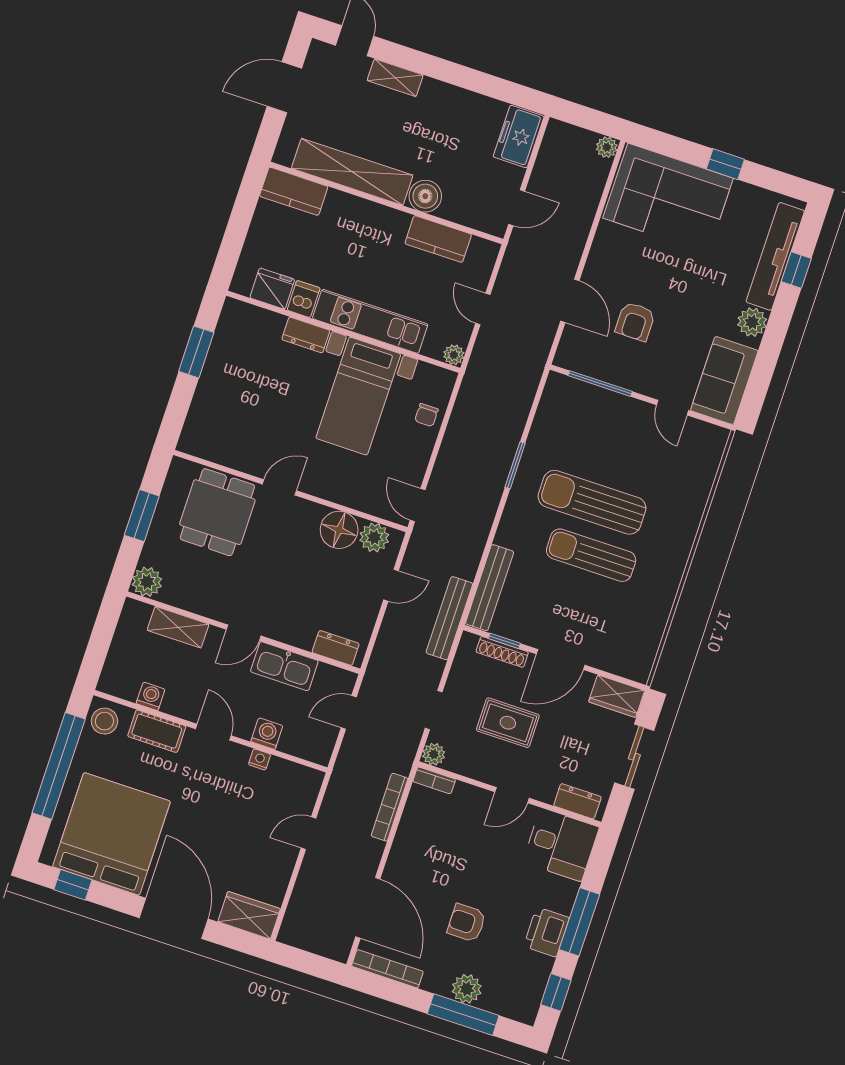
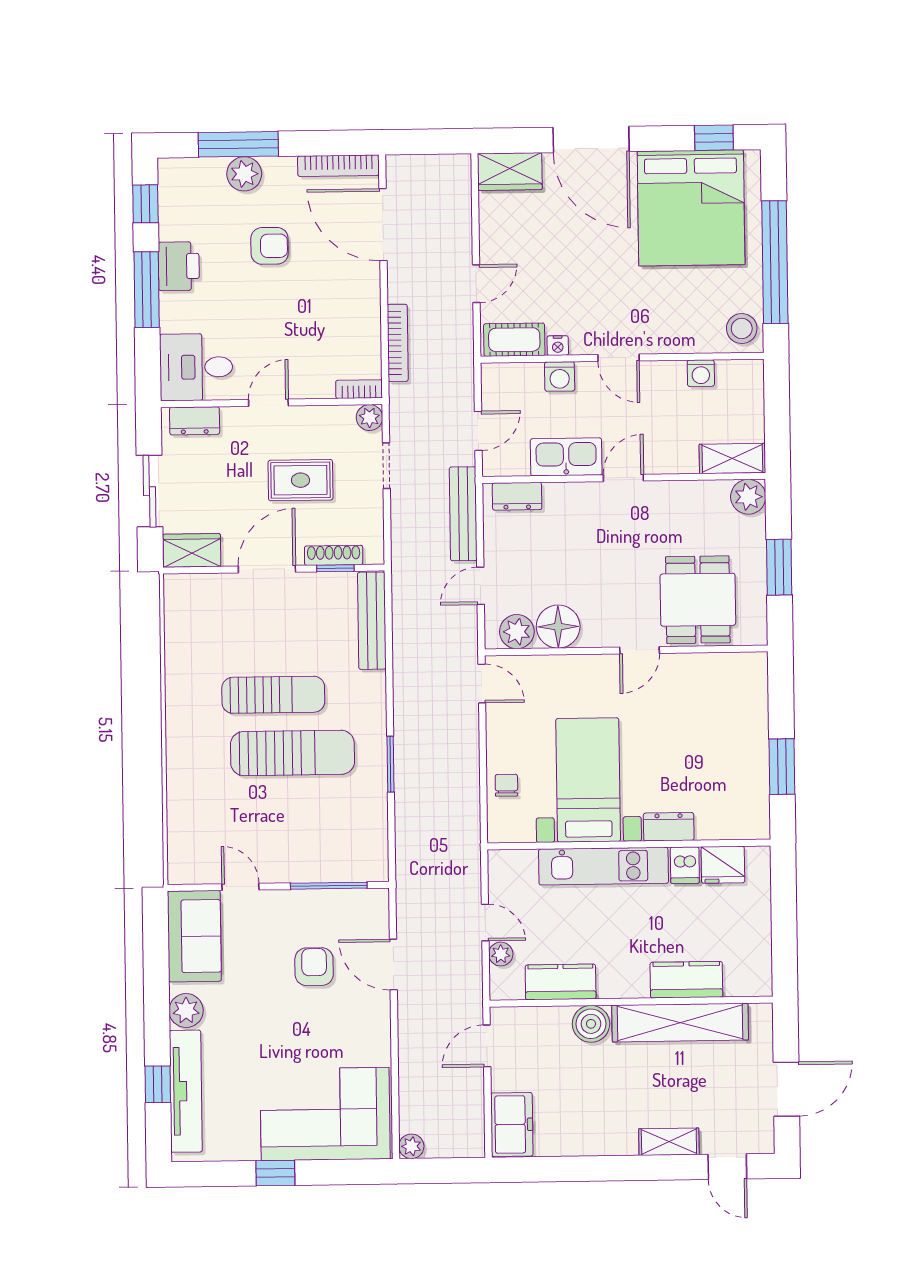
kitchen counter: (294, 191) -> (686, 980), moved
plant: (454, 355) -> (501, 954), moved
bench: (449, 618) -> (463, 514), moved
shelving: (178, 627) -> (732, 458), moved
cot: (157, 731) -> (514, 340), moved

